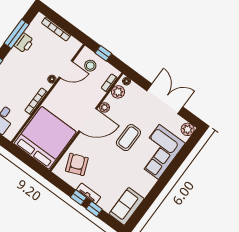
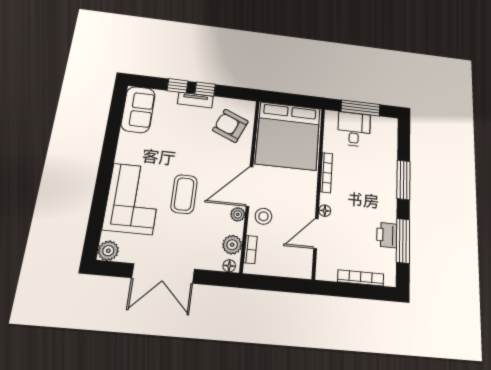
window: (103, 53) -> (282, 284), removed
stool: (90, 66) -> (263, 216), moved
armchair: (77, 164) -> (230, 126), turned 135

